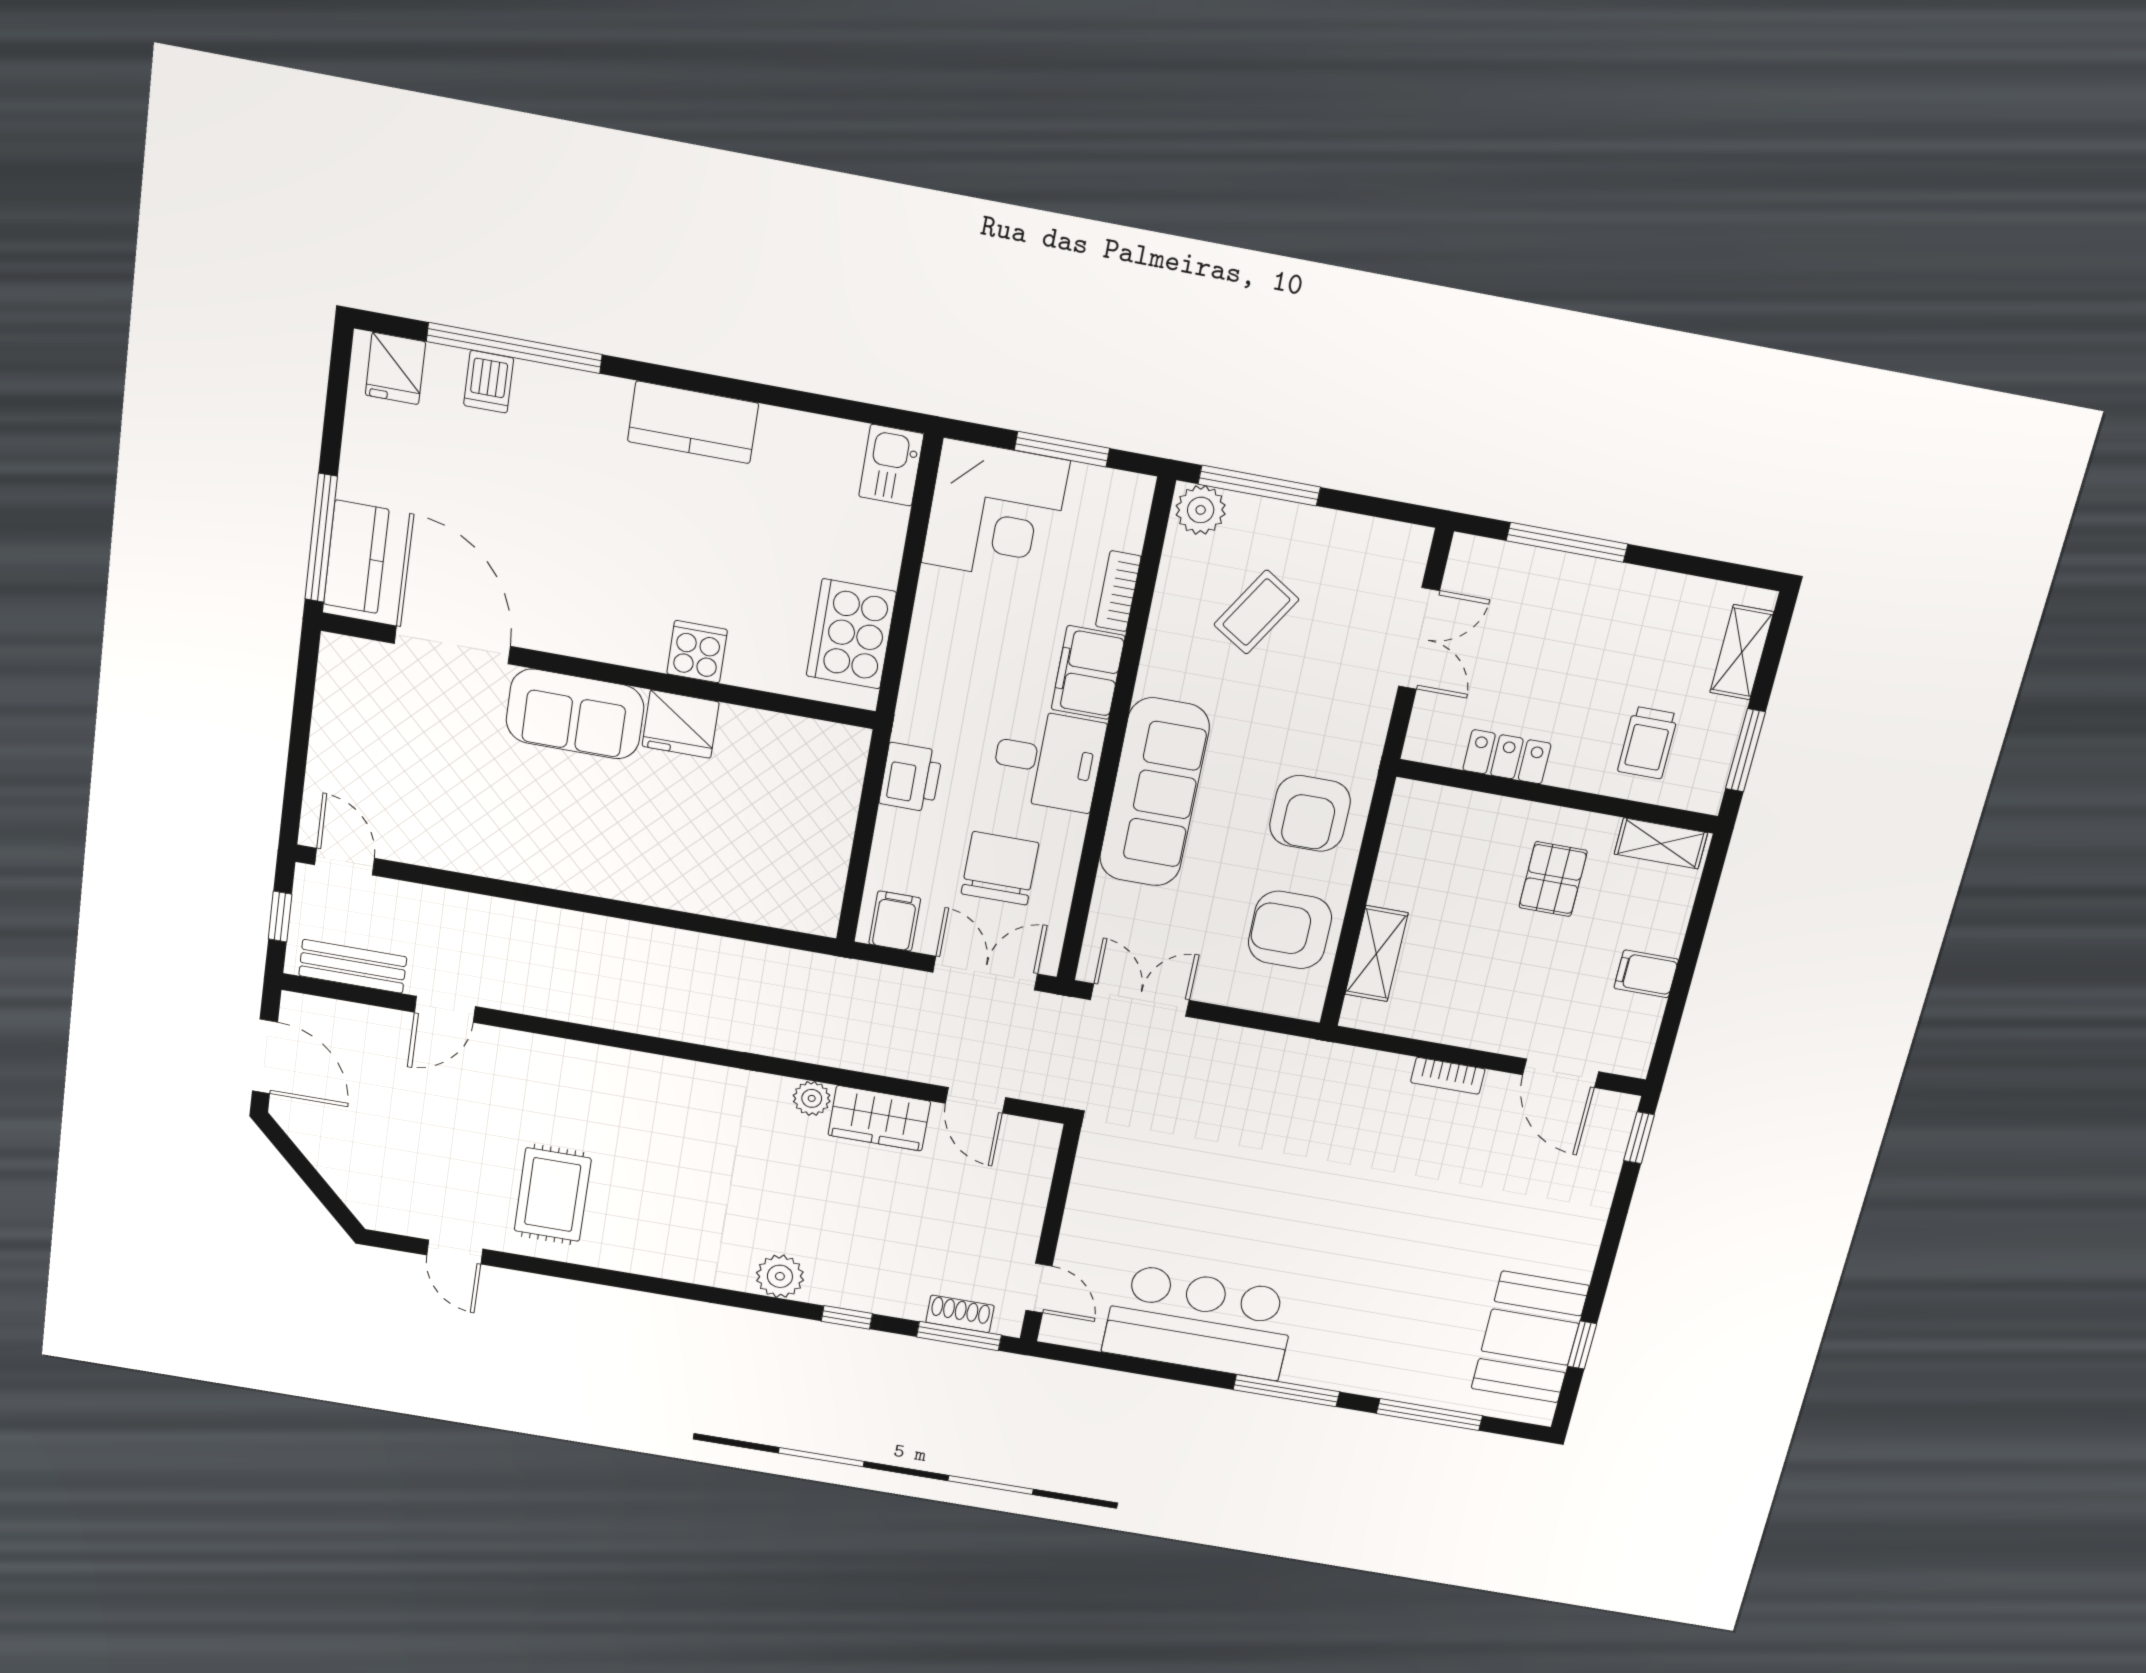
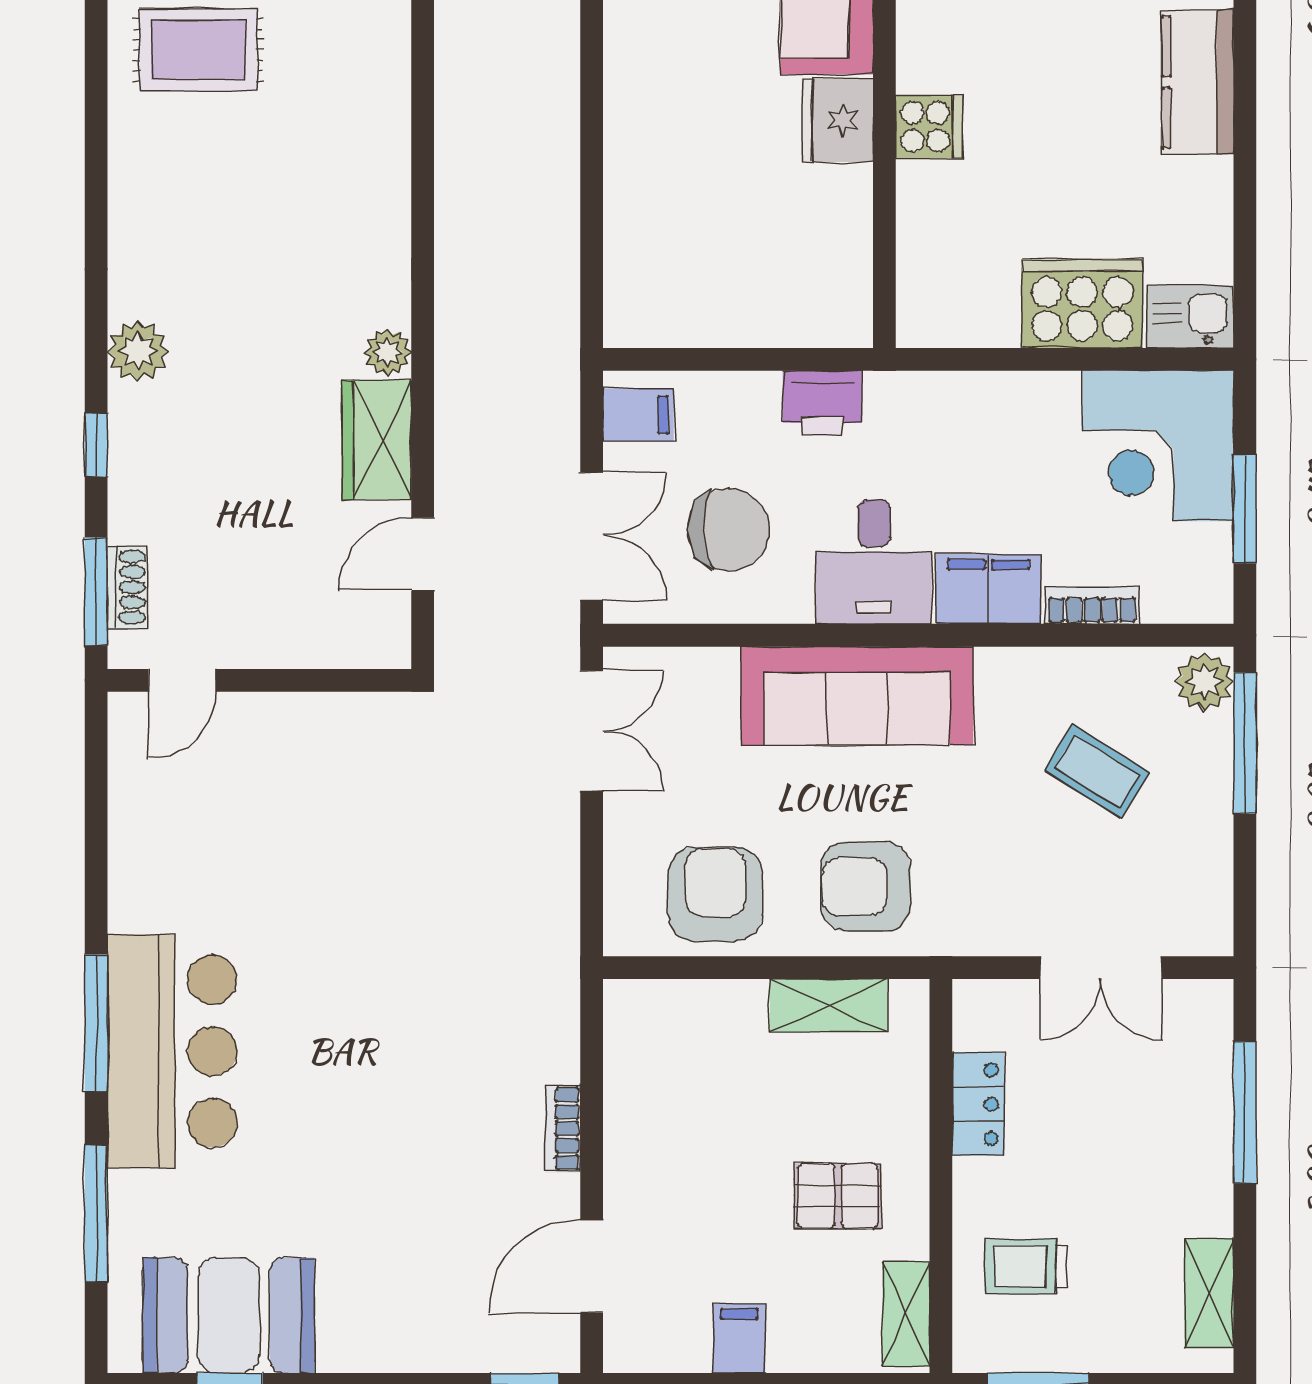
cooker: (851, 634) -> (1082, 304), moved
shelving: (1742, 652) -> (1209, 1293), moved, turned 90
shelving: (1376, 954) -> (829, 1005), moved
bar counter: (1199, 1322) -> (172, 1051), moved

